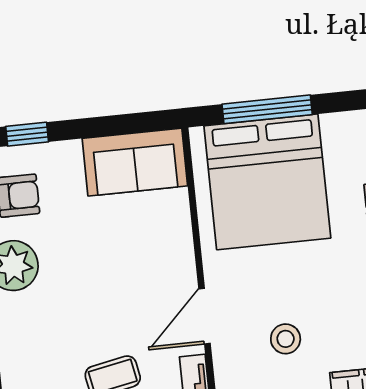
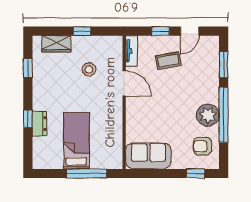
bed: (267, 182) -> (77, 141), width x0.49
door: (205, 316) -> (124, 83), hinge flipped

